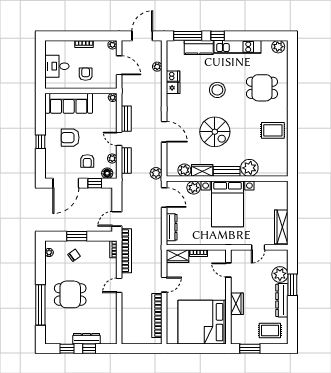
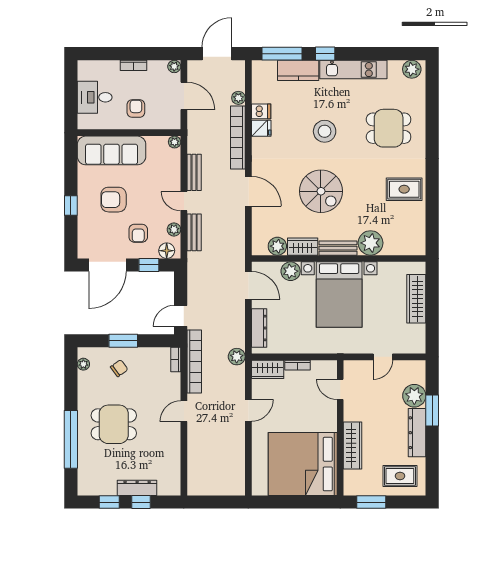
plant: (156, 173) -> (237, 357), moved
wardrobe: (281, 227) -> (416, 299), moved
wardrobe: (237, 304) -> (353, 445), width x1.50
bookcase: (157, 316) -> (238, 137), moved

